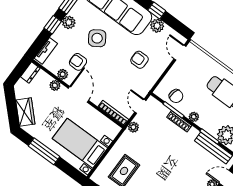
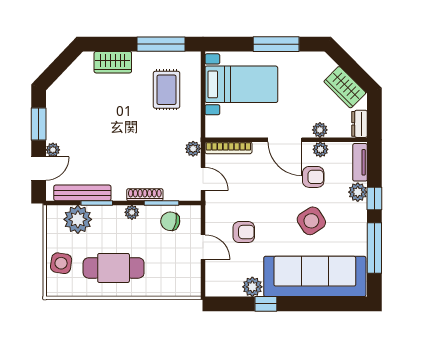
plant: (69, 22) -> (358, 192), moved
door: (180, 53) -> (203, 247), moved
wardrobe: (25, 112) -> (345, 87), moved

